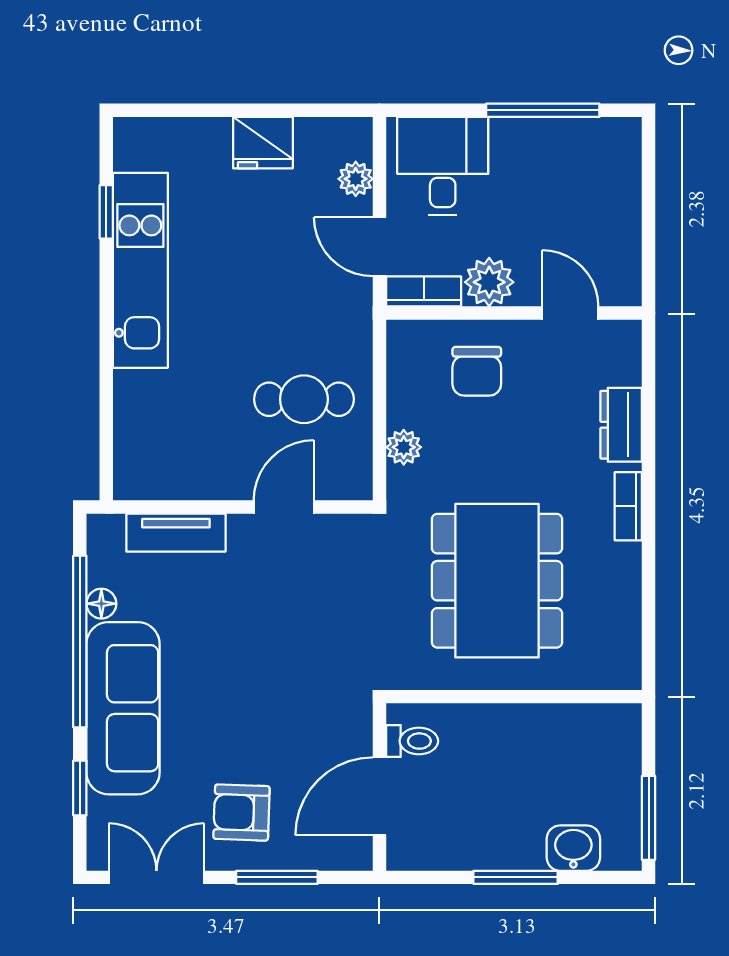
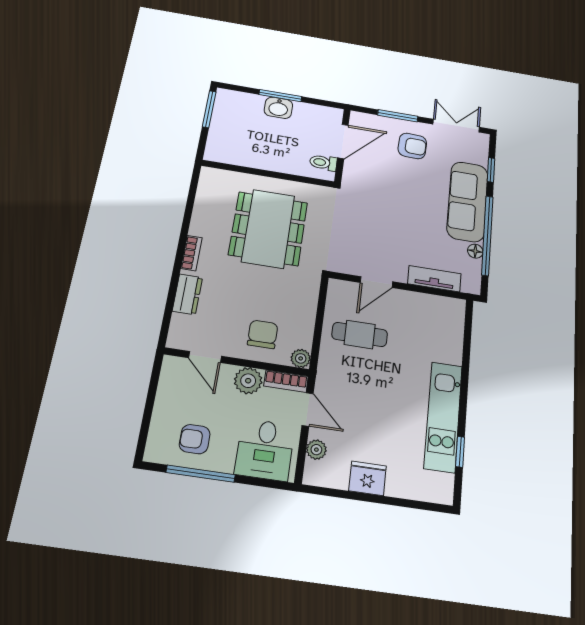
armchair: (563, 166) -> (195, 439), added
plant: (404, 447) -> (301, 358), moved
washbasin: (573, 848) -> (278, 108), moved
double door: (156, 877) -> (456, 126), swing flipped

